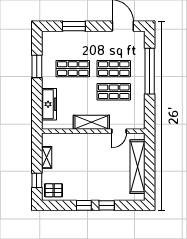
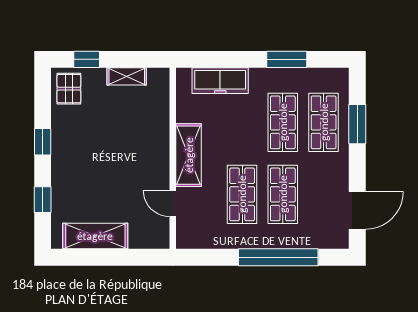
shop shelf: (73, 45) -> (324, 122), added
shelving: (137, 167) -> (95, 236), width x0.68
window: (107, 205) -> (43, 200), moved

